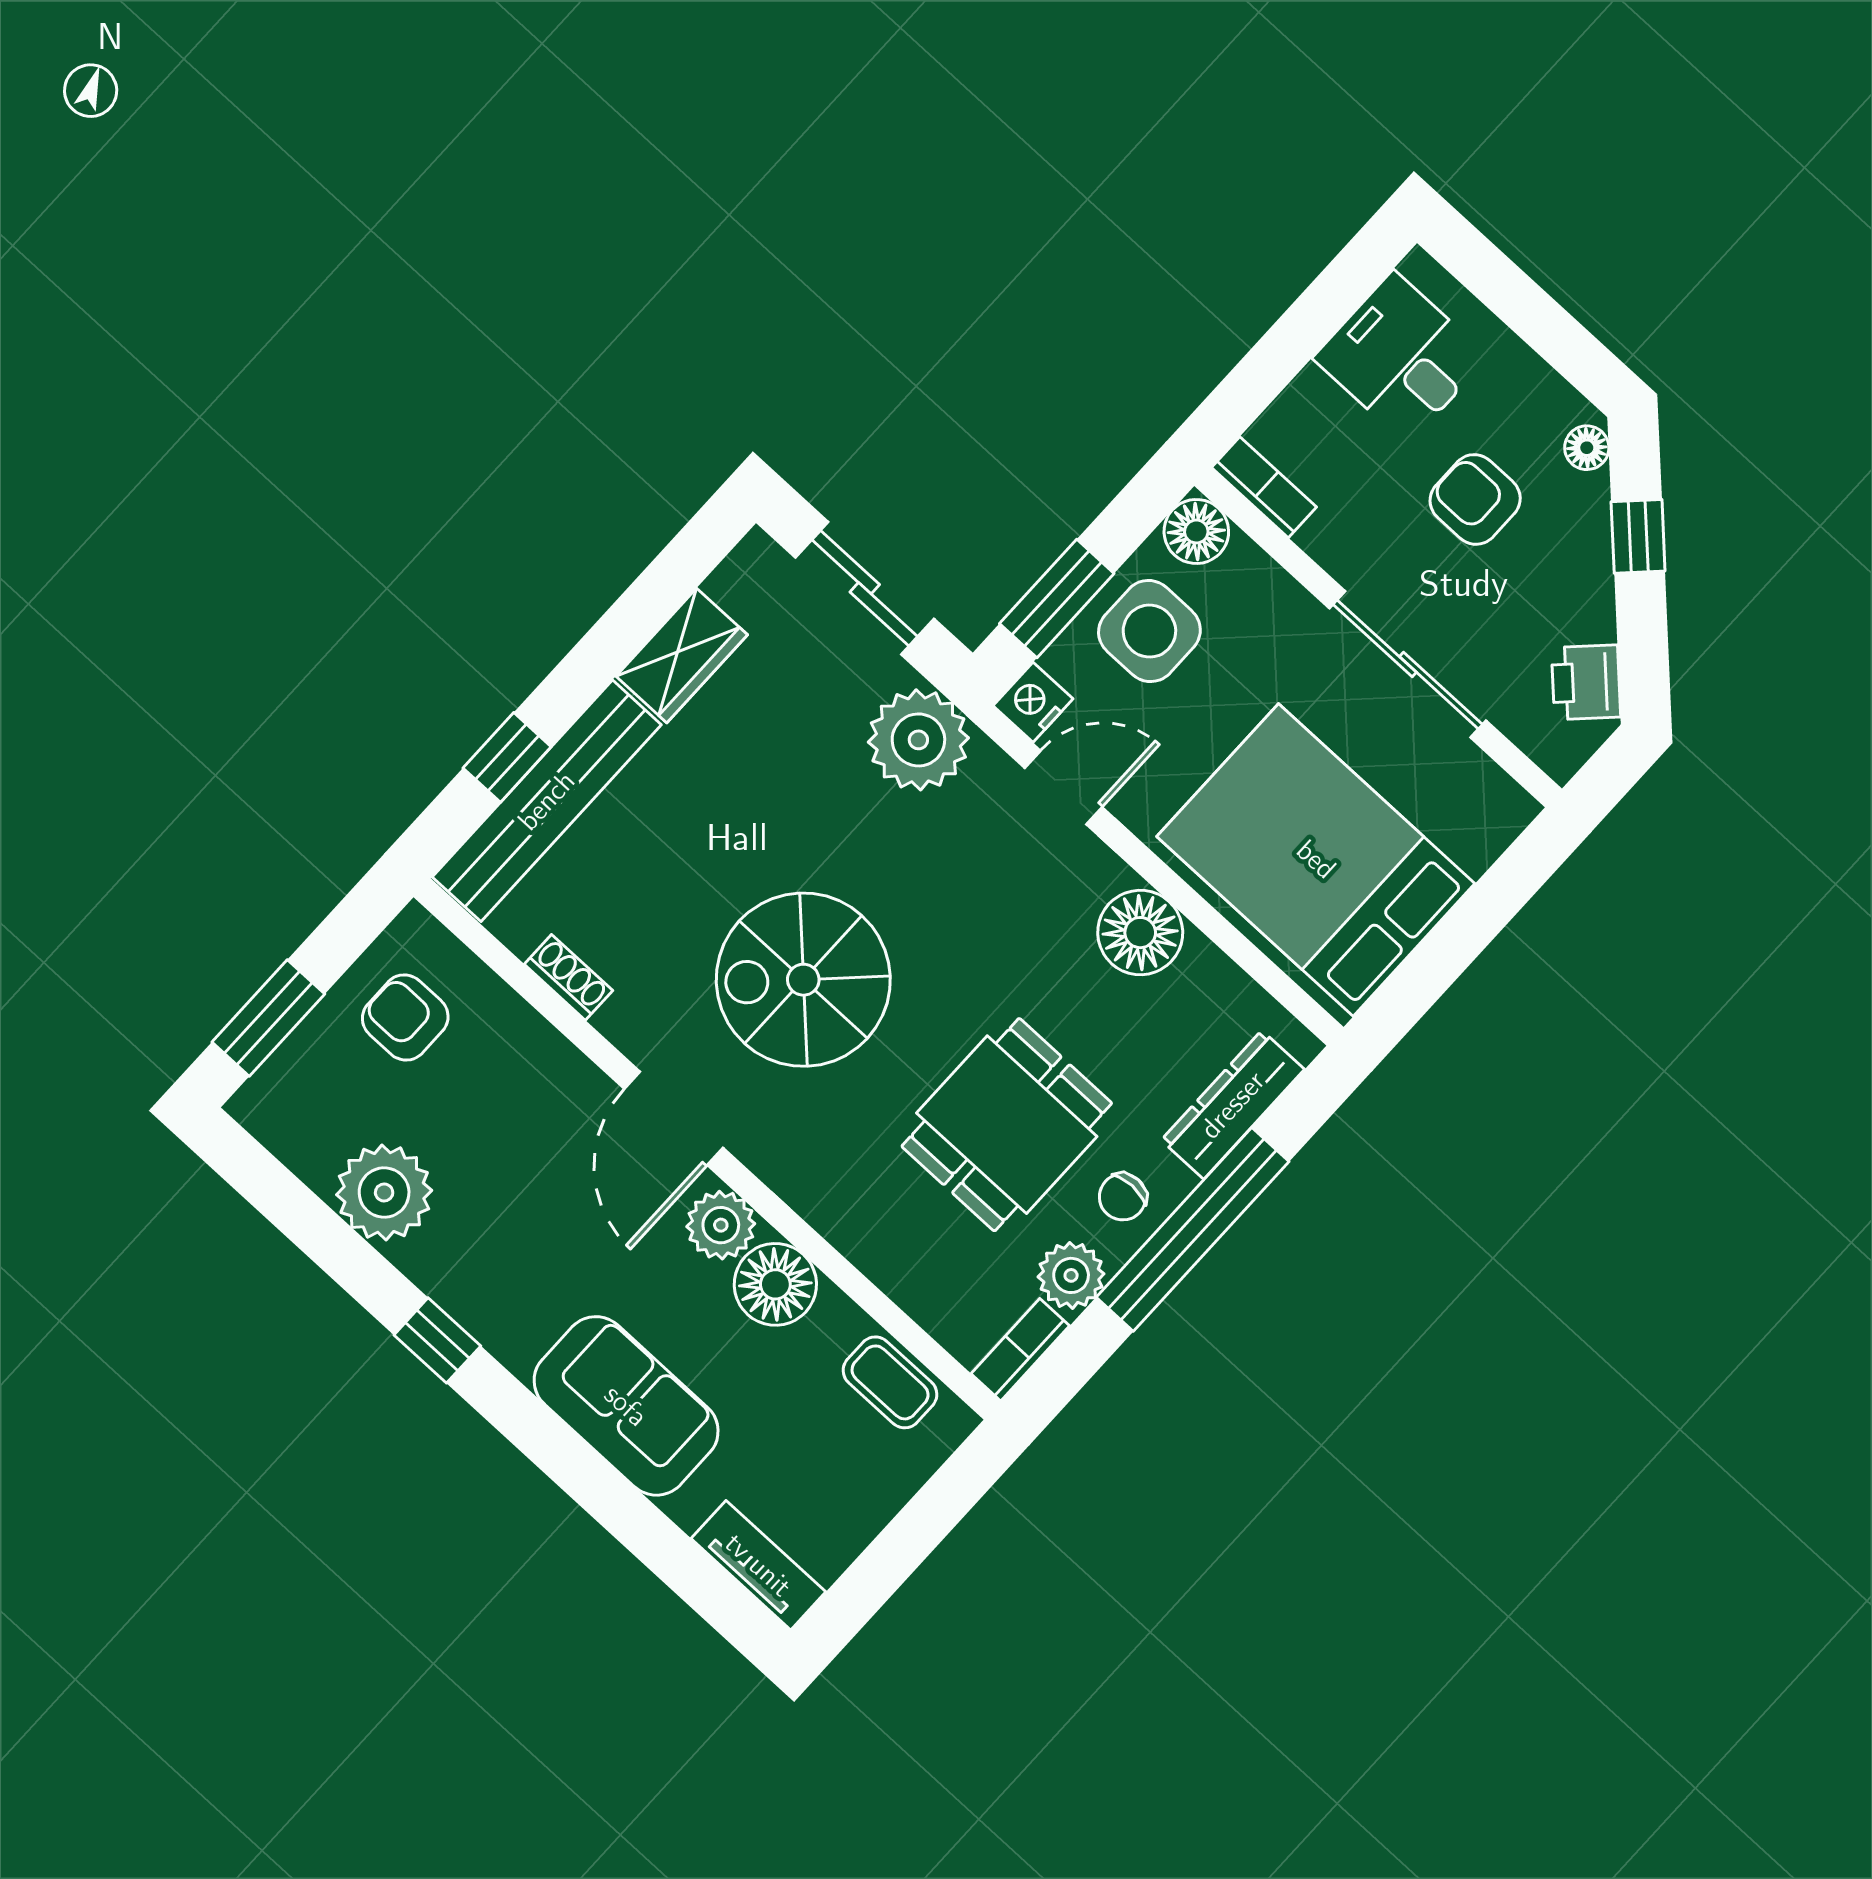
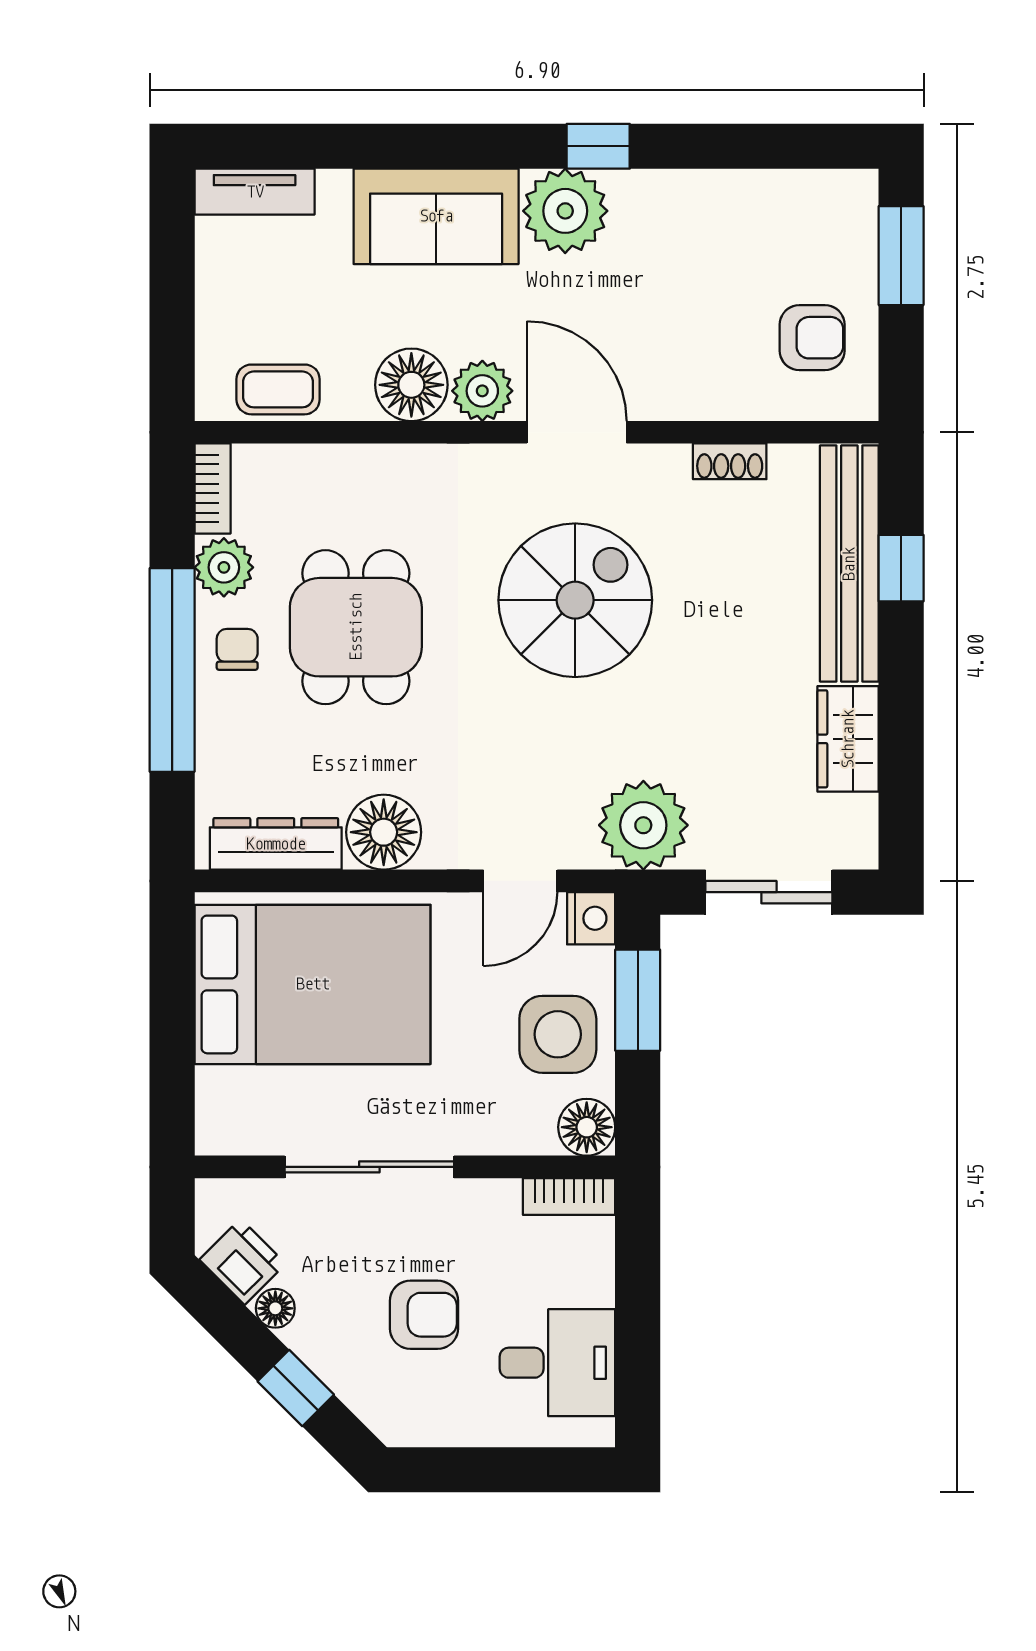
floor lamp: (1587, 448) -> (275, 1308), moved
dresser: (1233, 1105) -> (276, 844), moved, turned -90
plant: (384, 1193) -> (565, 211), moved

